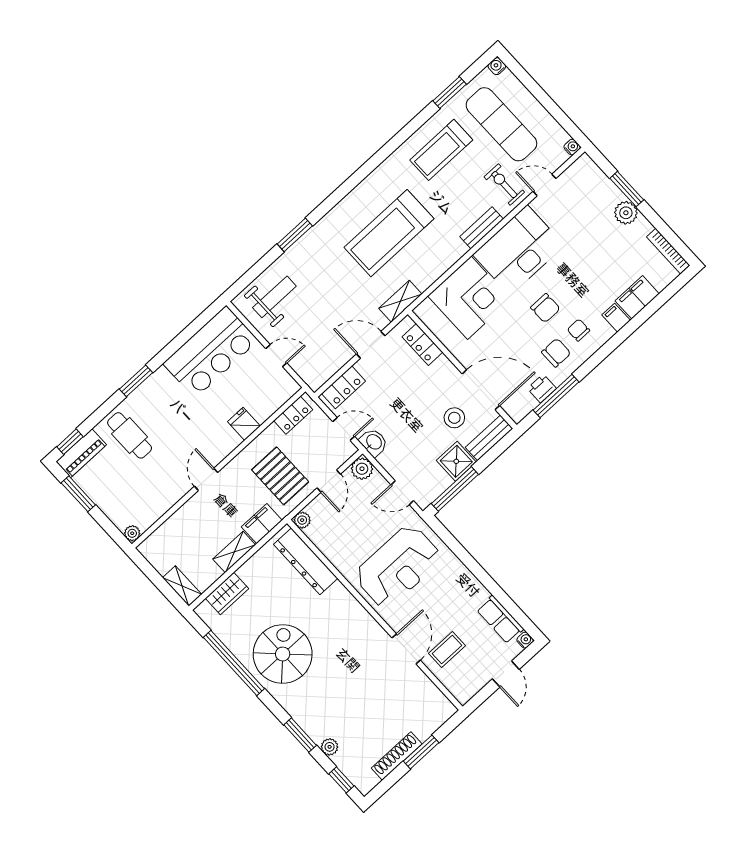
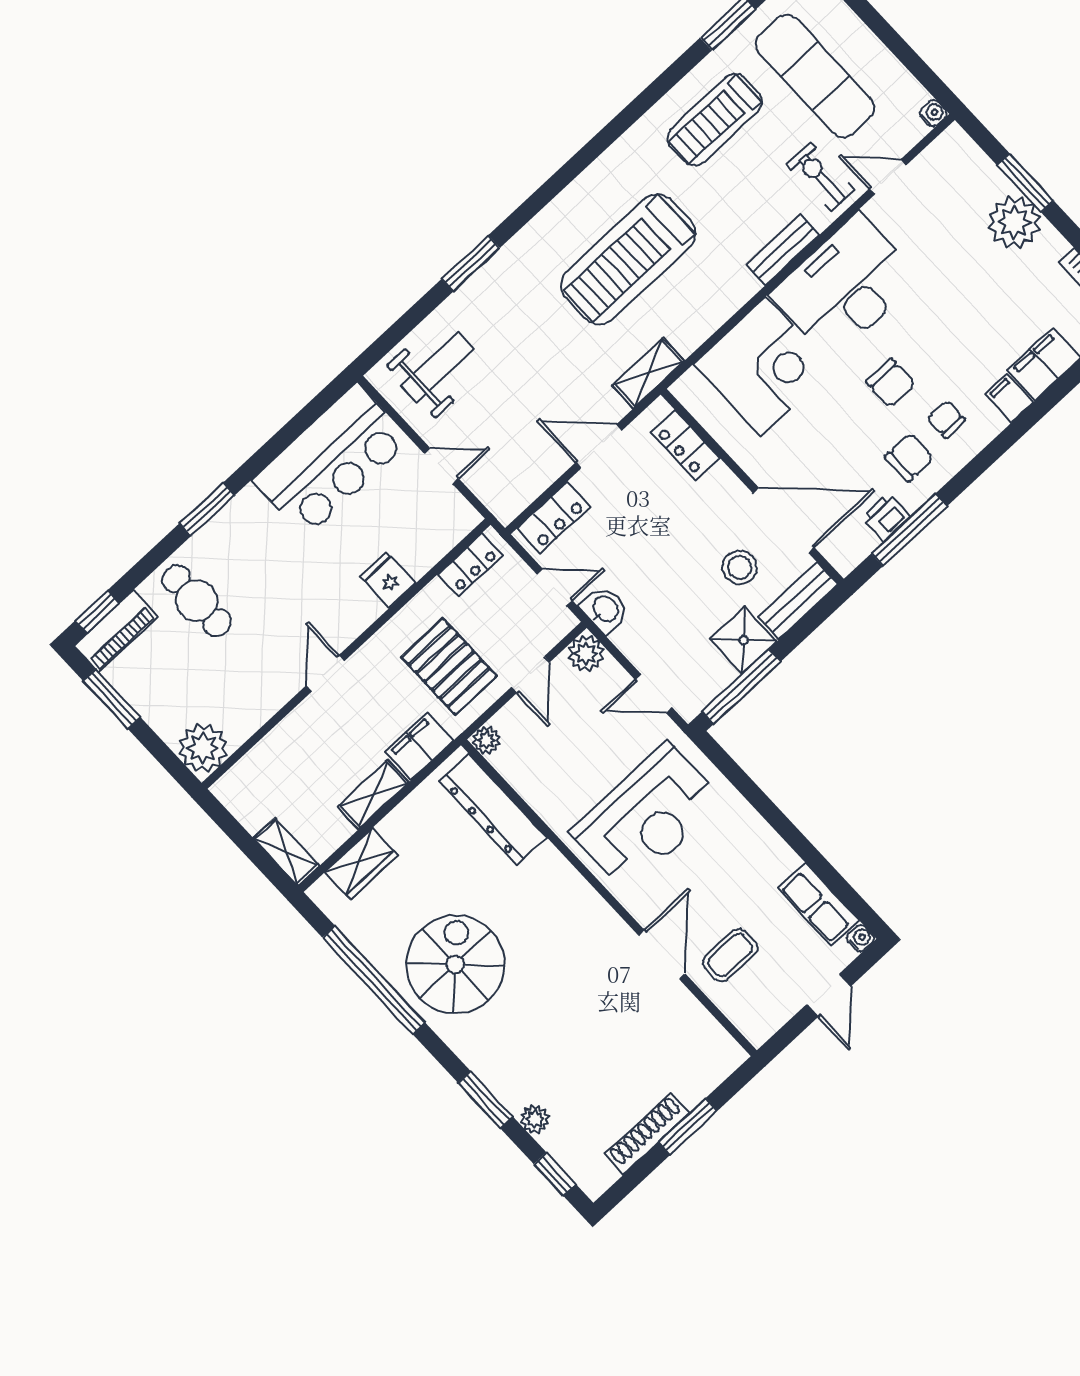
plant: (626, 213) -> (1014, 222), width x1.36, depth x1.36
plant: (132, 533) -> (203, 748), width x1.87, depth x1.87

